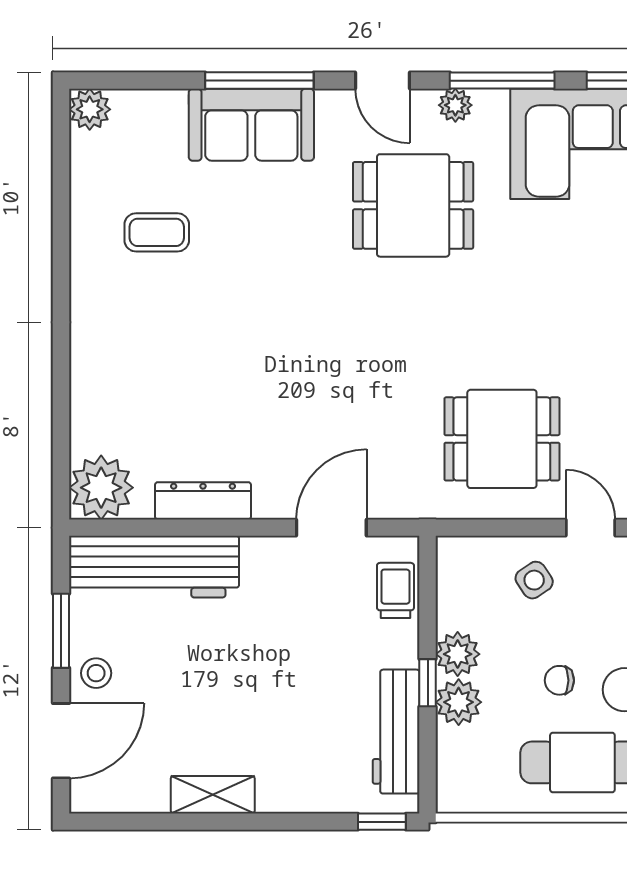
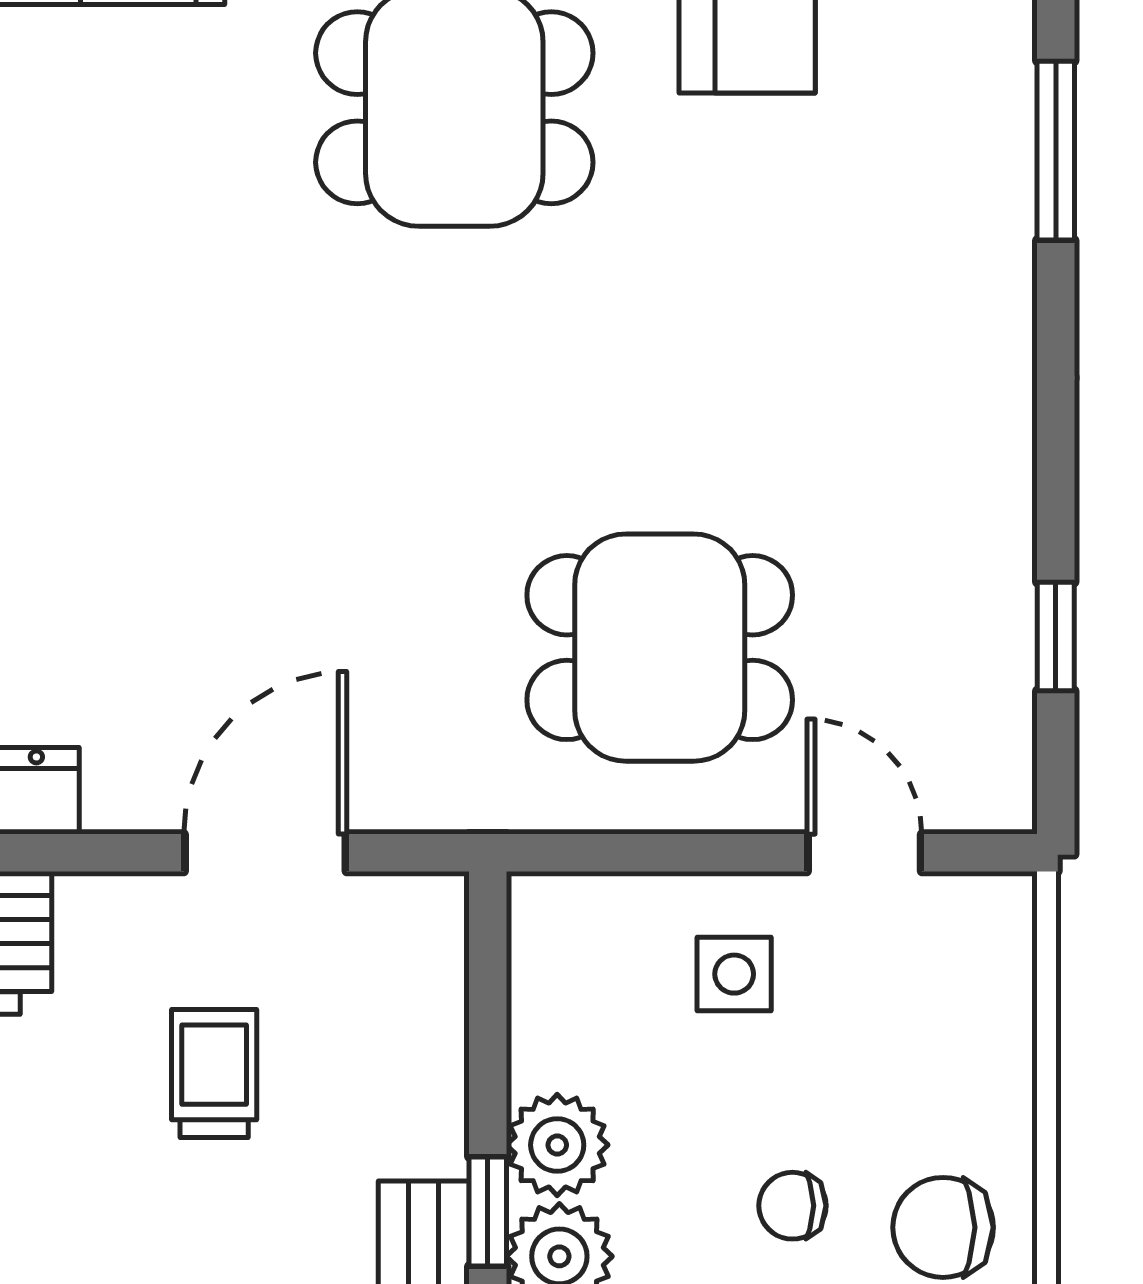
side table: (534, 580) -> (734, 974), turned 34
trolley: (395, 590) -> (214, 1074), moved

